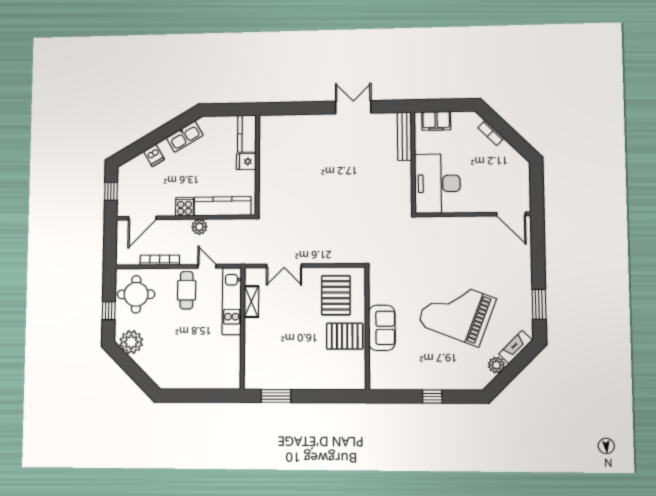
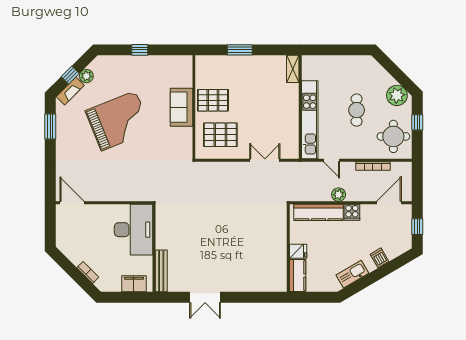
cafe table: (187, 290) -> (357, 110), moved
pallet: (336, 295) -> (220, 135), turned 90
kitchen unit: (232, 301) -> (310, 120), width x1.36
shelving: (251, 302) -> (293, 69), moved
grand piano: (457, 312) -> (118, 121), turned -43
window: (516, 366) -> (70, 75), added
window: (276, 396) -> (240, 50), moved

